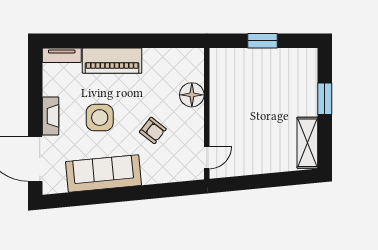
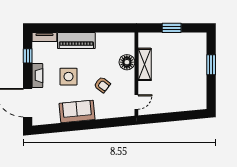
window: (35, 85) -> (28, 56), added
shelving: (307, 143) -> (145, 64), moved
sofa: (104, 173) -> (77, 111), width x0.73

